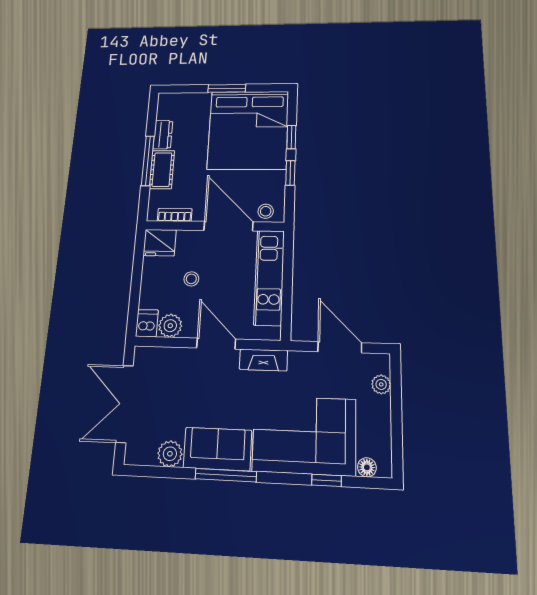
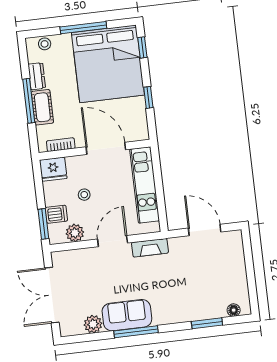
window: (227, 88) -> (83, 28), width x1.44
window: (291, 137) -> (142, 47), moved
stool: (266, 211) -> (45, 44), moved
window: (134, 308) -> (43, 224), added
dishwasher: (147, 323) -> (56, 214), moved, turned 90
door: (216, 344) -> (113, 241), hinge flipped
plant: (381, 384) -> (237, 252), removed
corner sofa: (304, 435) -> (187, 296), removed
window: (327, 480) -> (207, 323), width x1.50

